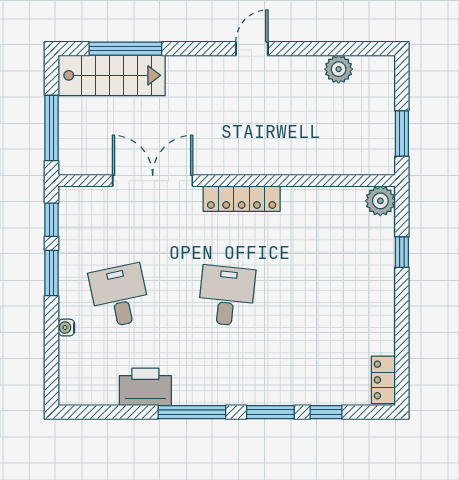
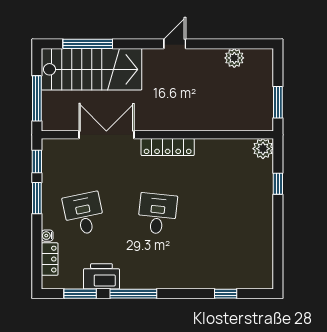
stairs: (112, 75) -> (92, 69), width x1.36, depth x1.51
locker: (383, 380) -> (50, 259), moved, turned 180
window: (270, 412) -> (80, 294), moved

